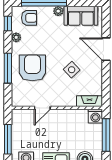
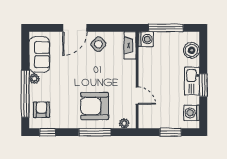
plant: (16, 37) -> (124, 123), moved
side table: (72, 70) -> (98, 44), moved
window: (8, 139) -> (171, 132), width x0.69

